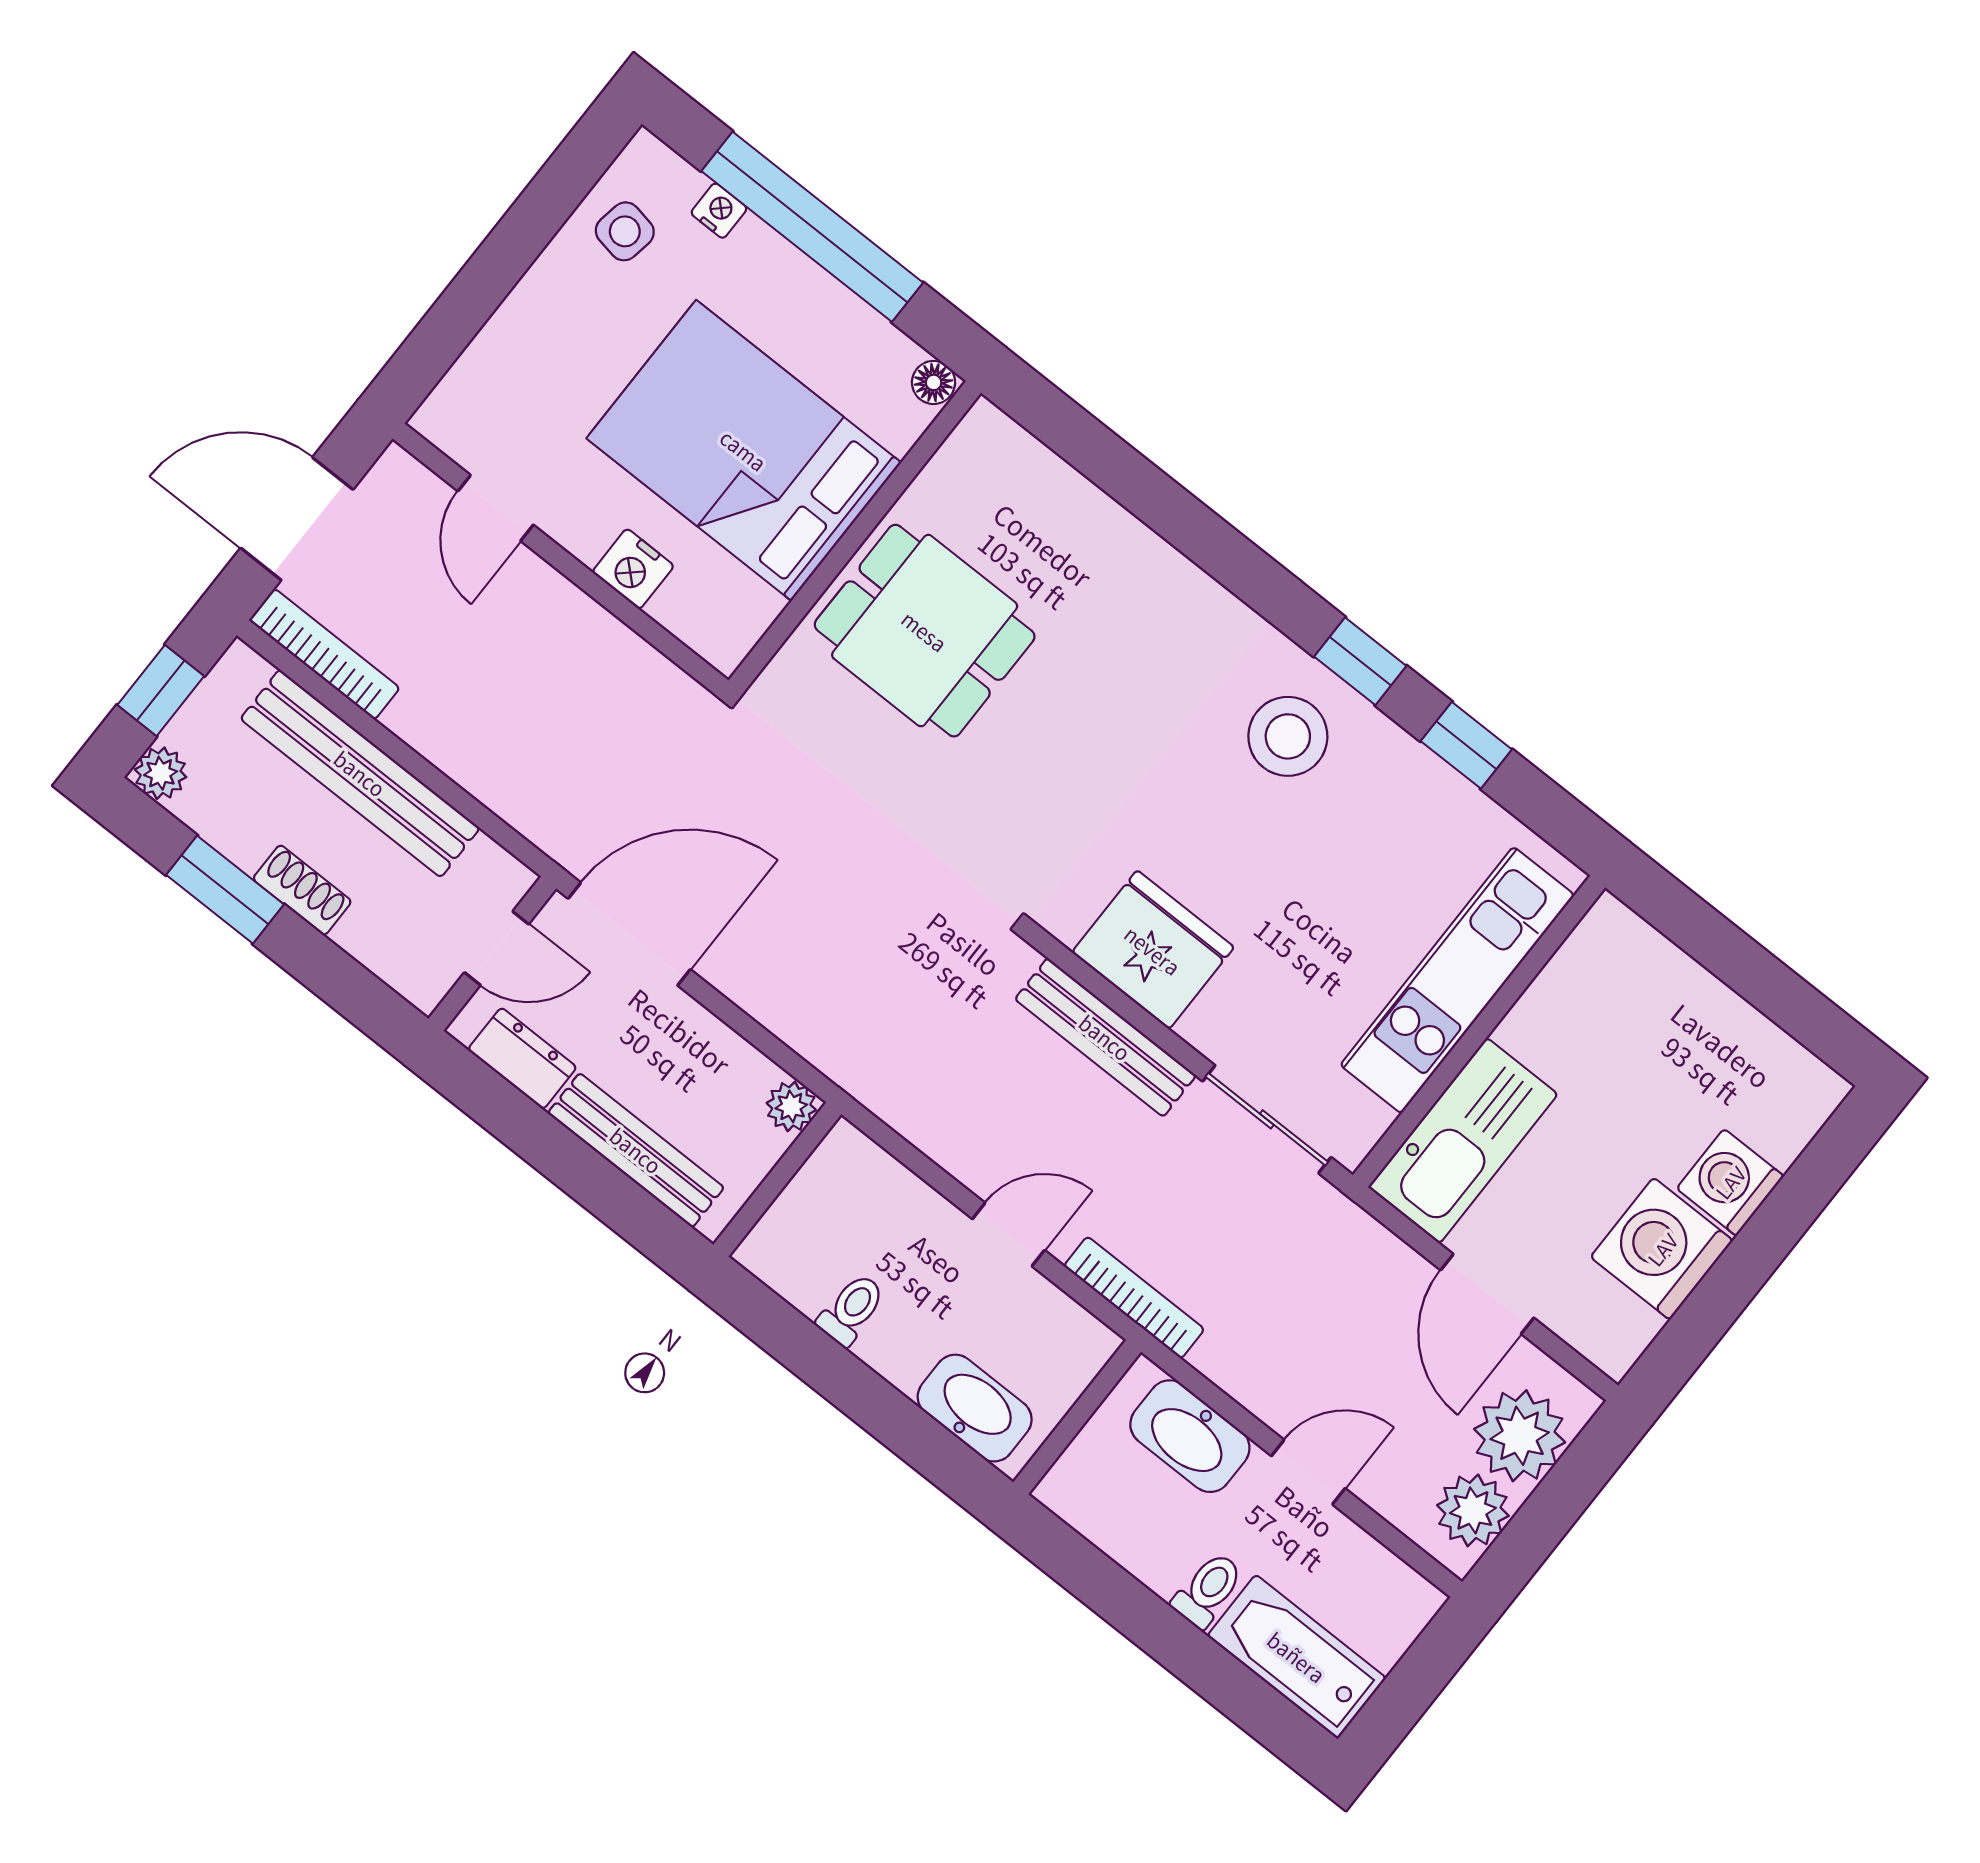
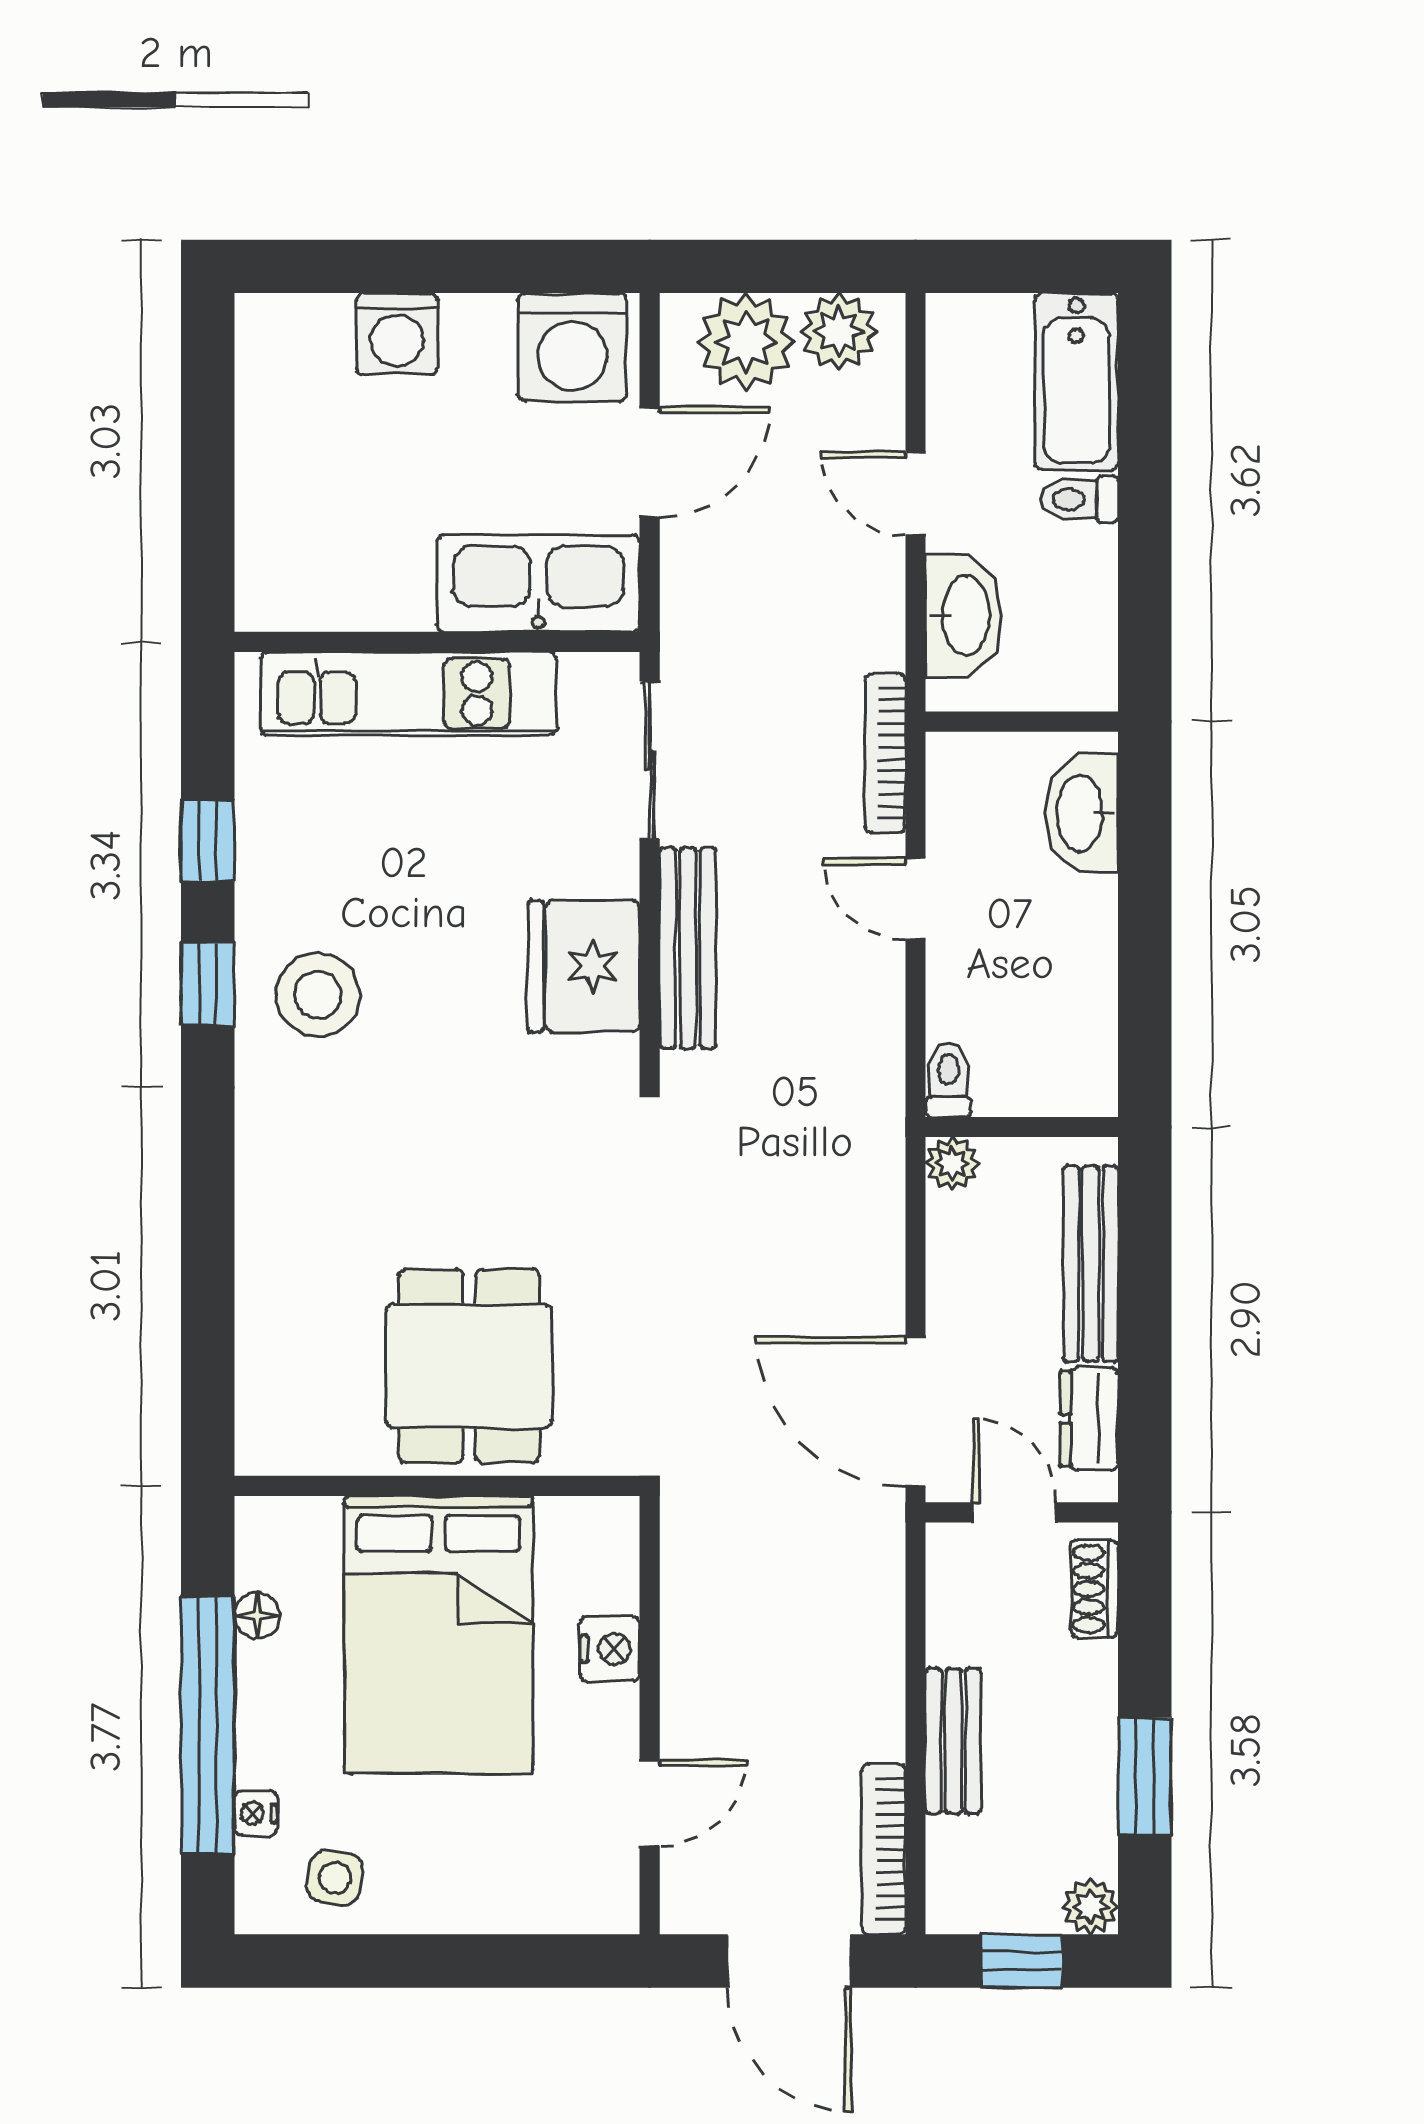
floor lamp: (934, 382) -> (257, 1616), moved
bench: (360, 773) -> (953, 1741), width x0.54, depth x0.82
shoe rack: (302, 890) -> (1094, 1589), moved
washing machine: (1662, 1249) -> (572, 347), moved
toilet: (851, 1310) -> (948, 1080), moved, turned 90

